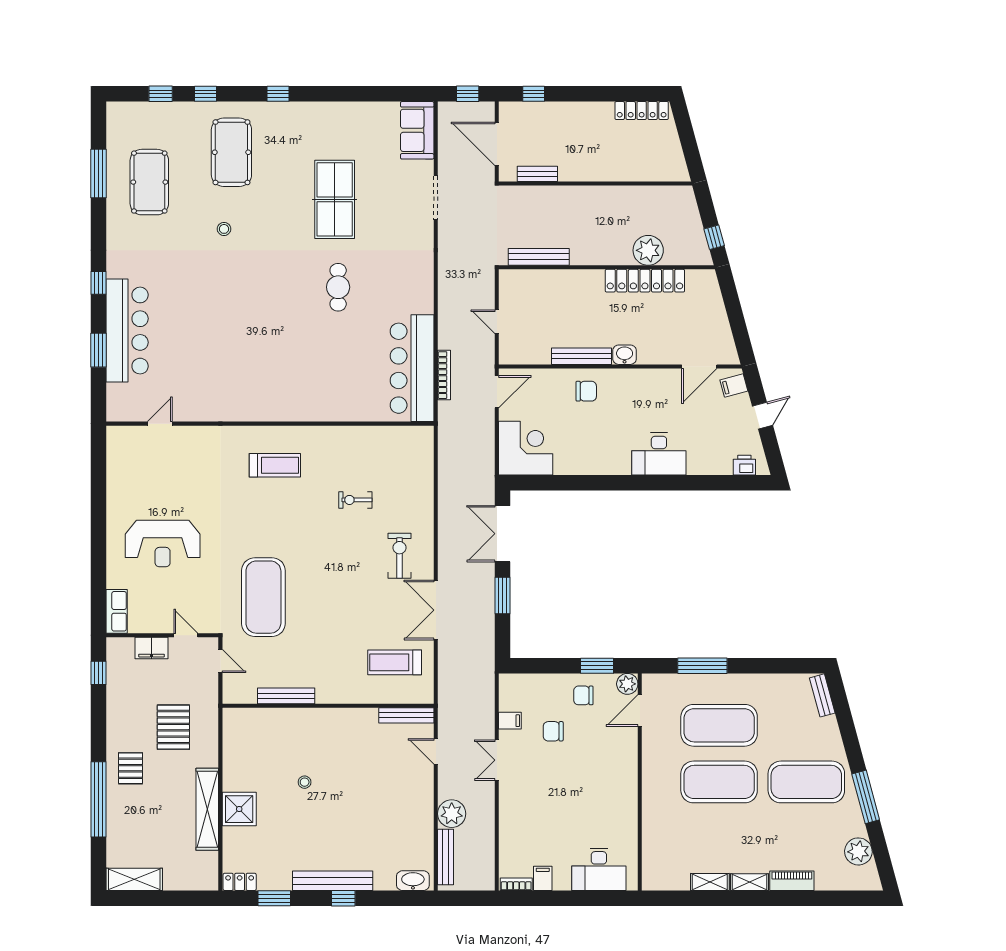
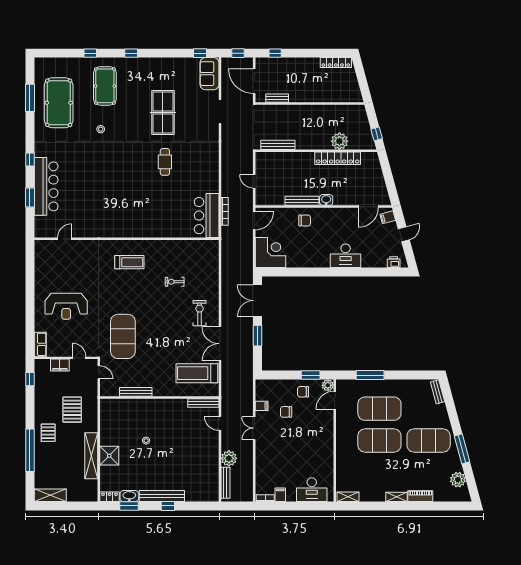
window: (161, 94) -> (200, 53), moved
pool table: (149, 182) -> (59, 103), width x1.36, depth x1.32
bar counter: (412, 368) -> (207, 216), width x0.73
treadmill: (395, 662) -> (197, 373), width x1.37, depth x1.38
washbasin: (413, 881) -> (129, 496), moved
shelving: (710, 882) -> (348, 497), moved

